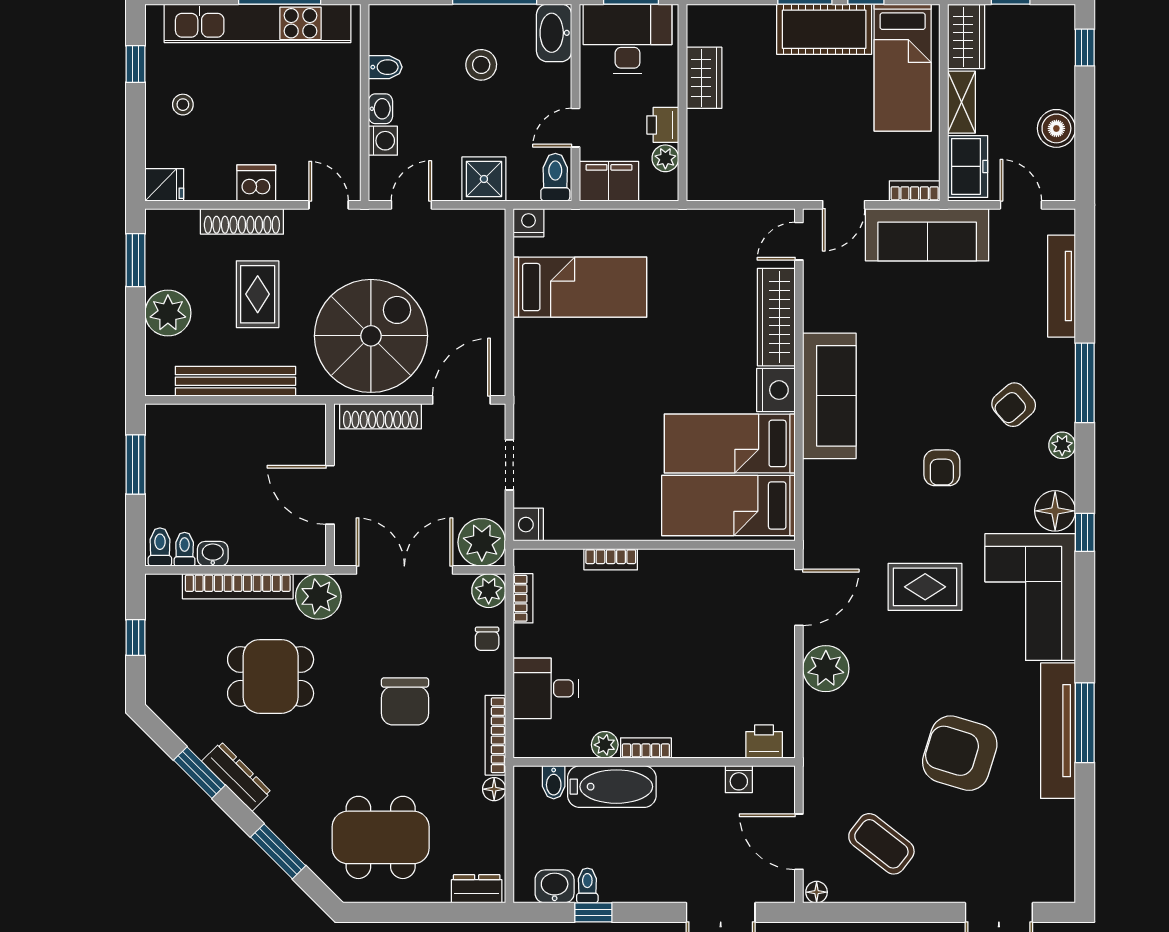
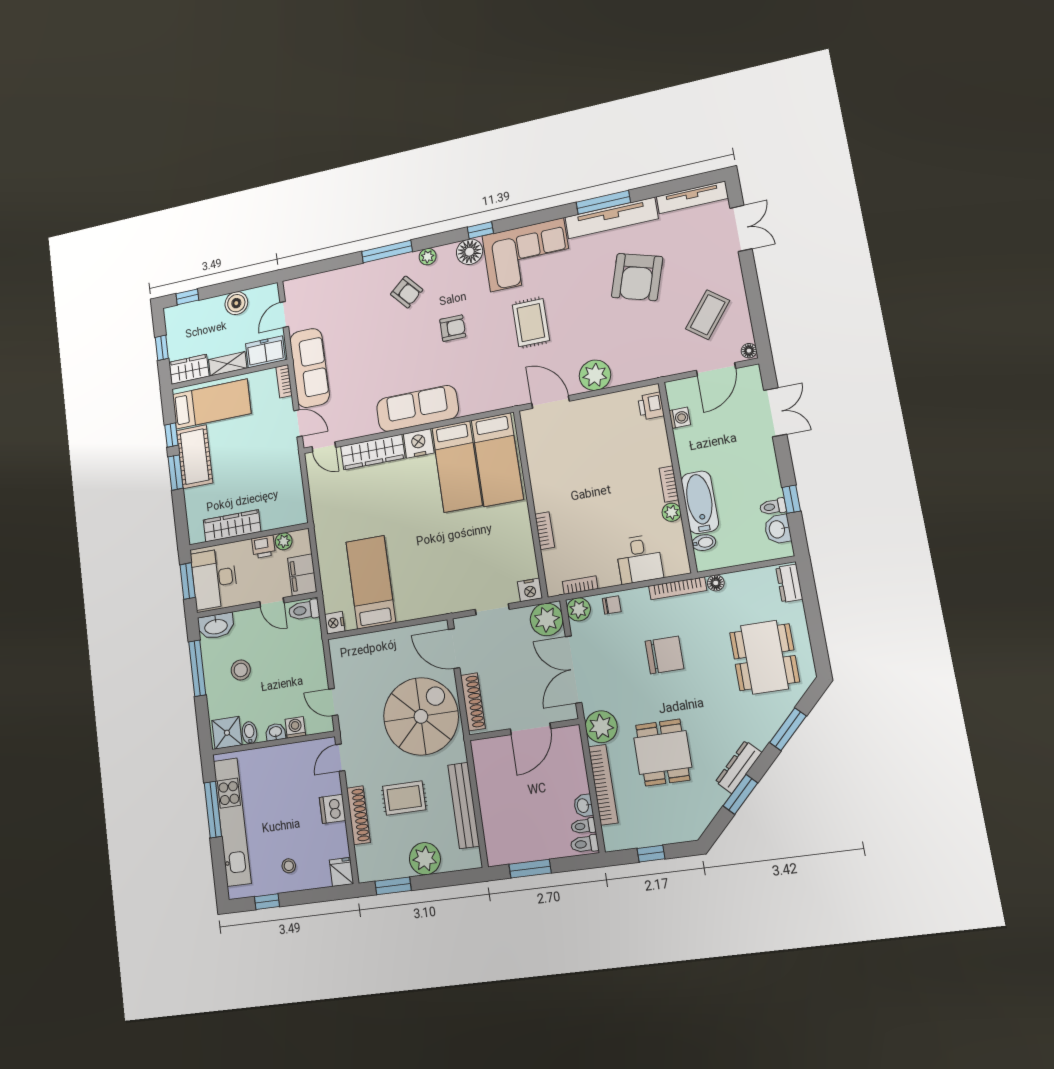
wardrobe: (704, 78) -> (232, 526), width x1.50
shower: (484, 179) -> (227, 733), moved
tv unit: (1061, 286) -> (692, 197), moved
spiral stairs: (371, 336) -> (421, 716), turned 90

